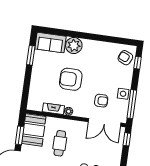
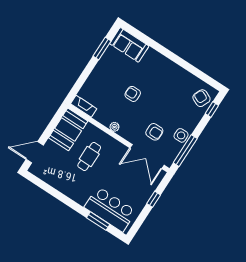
plant: (74, 46) -> (153, 60), removed
armchair: (71, 79) -> (133, 94), width x0.53, depth x0.53
fireplace: (53, 109) -> (84, 106), moved
window: (20, 135) -> (50, 128), removed
window: (127, 139) -> (154, 199), moved

